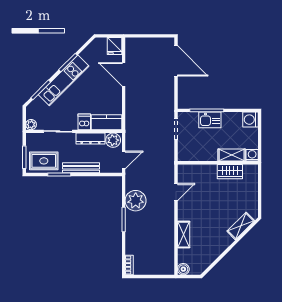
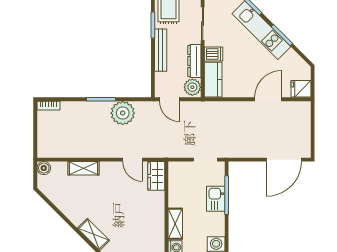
wardrobe: (230, 172) -> (156, 176), moved

